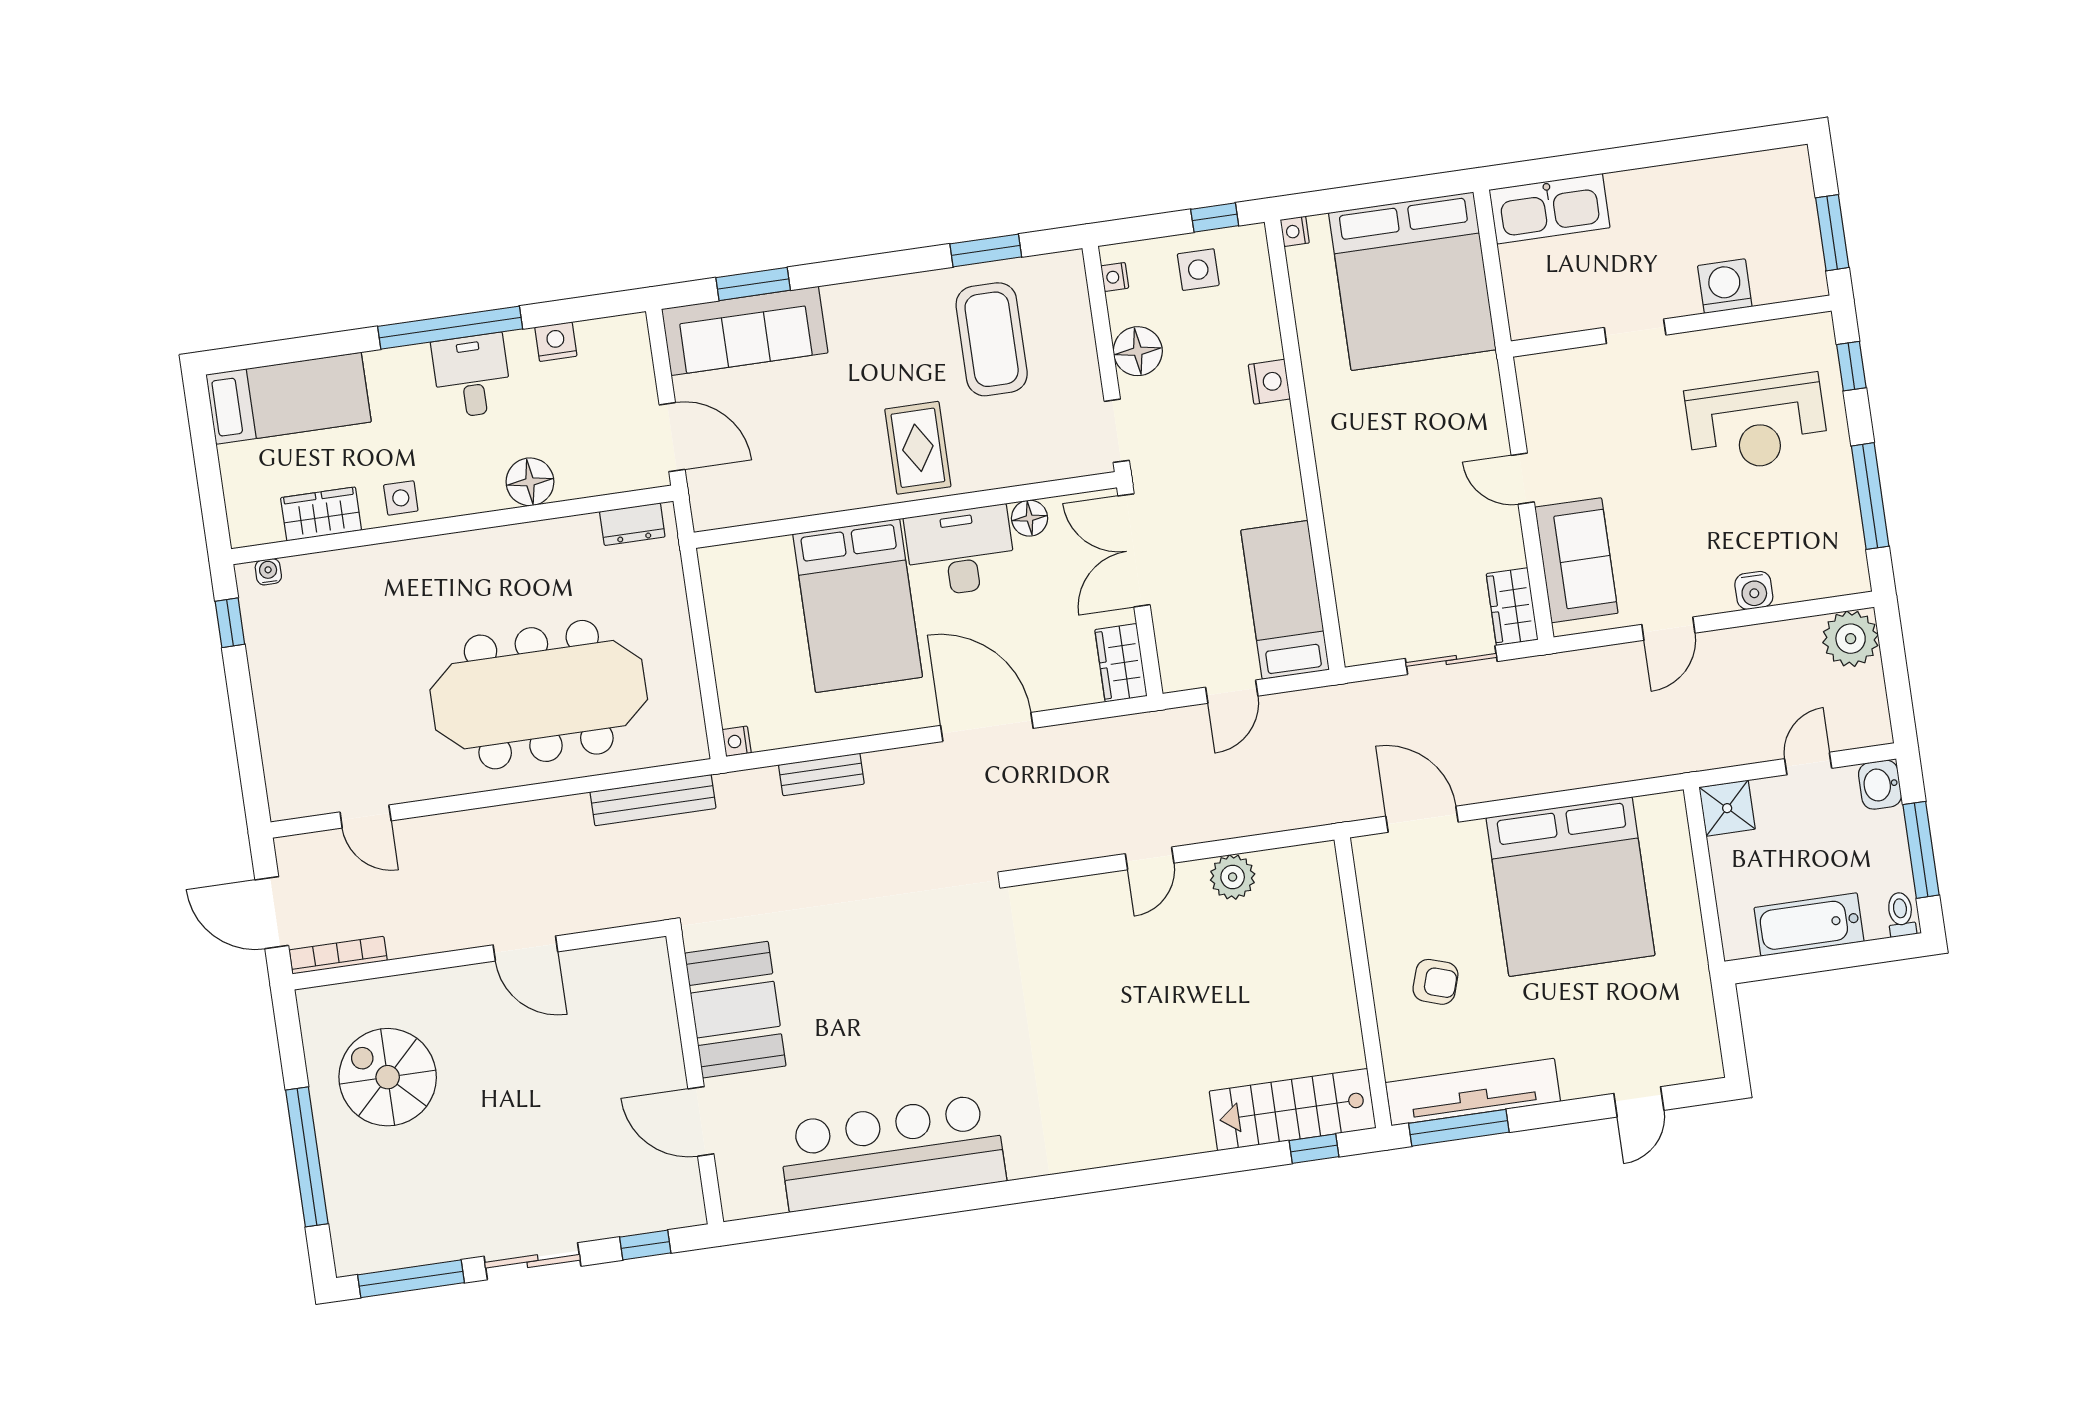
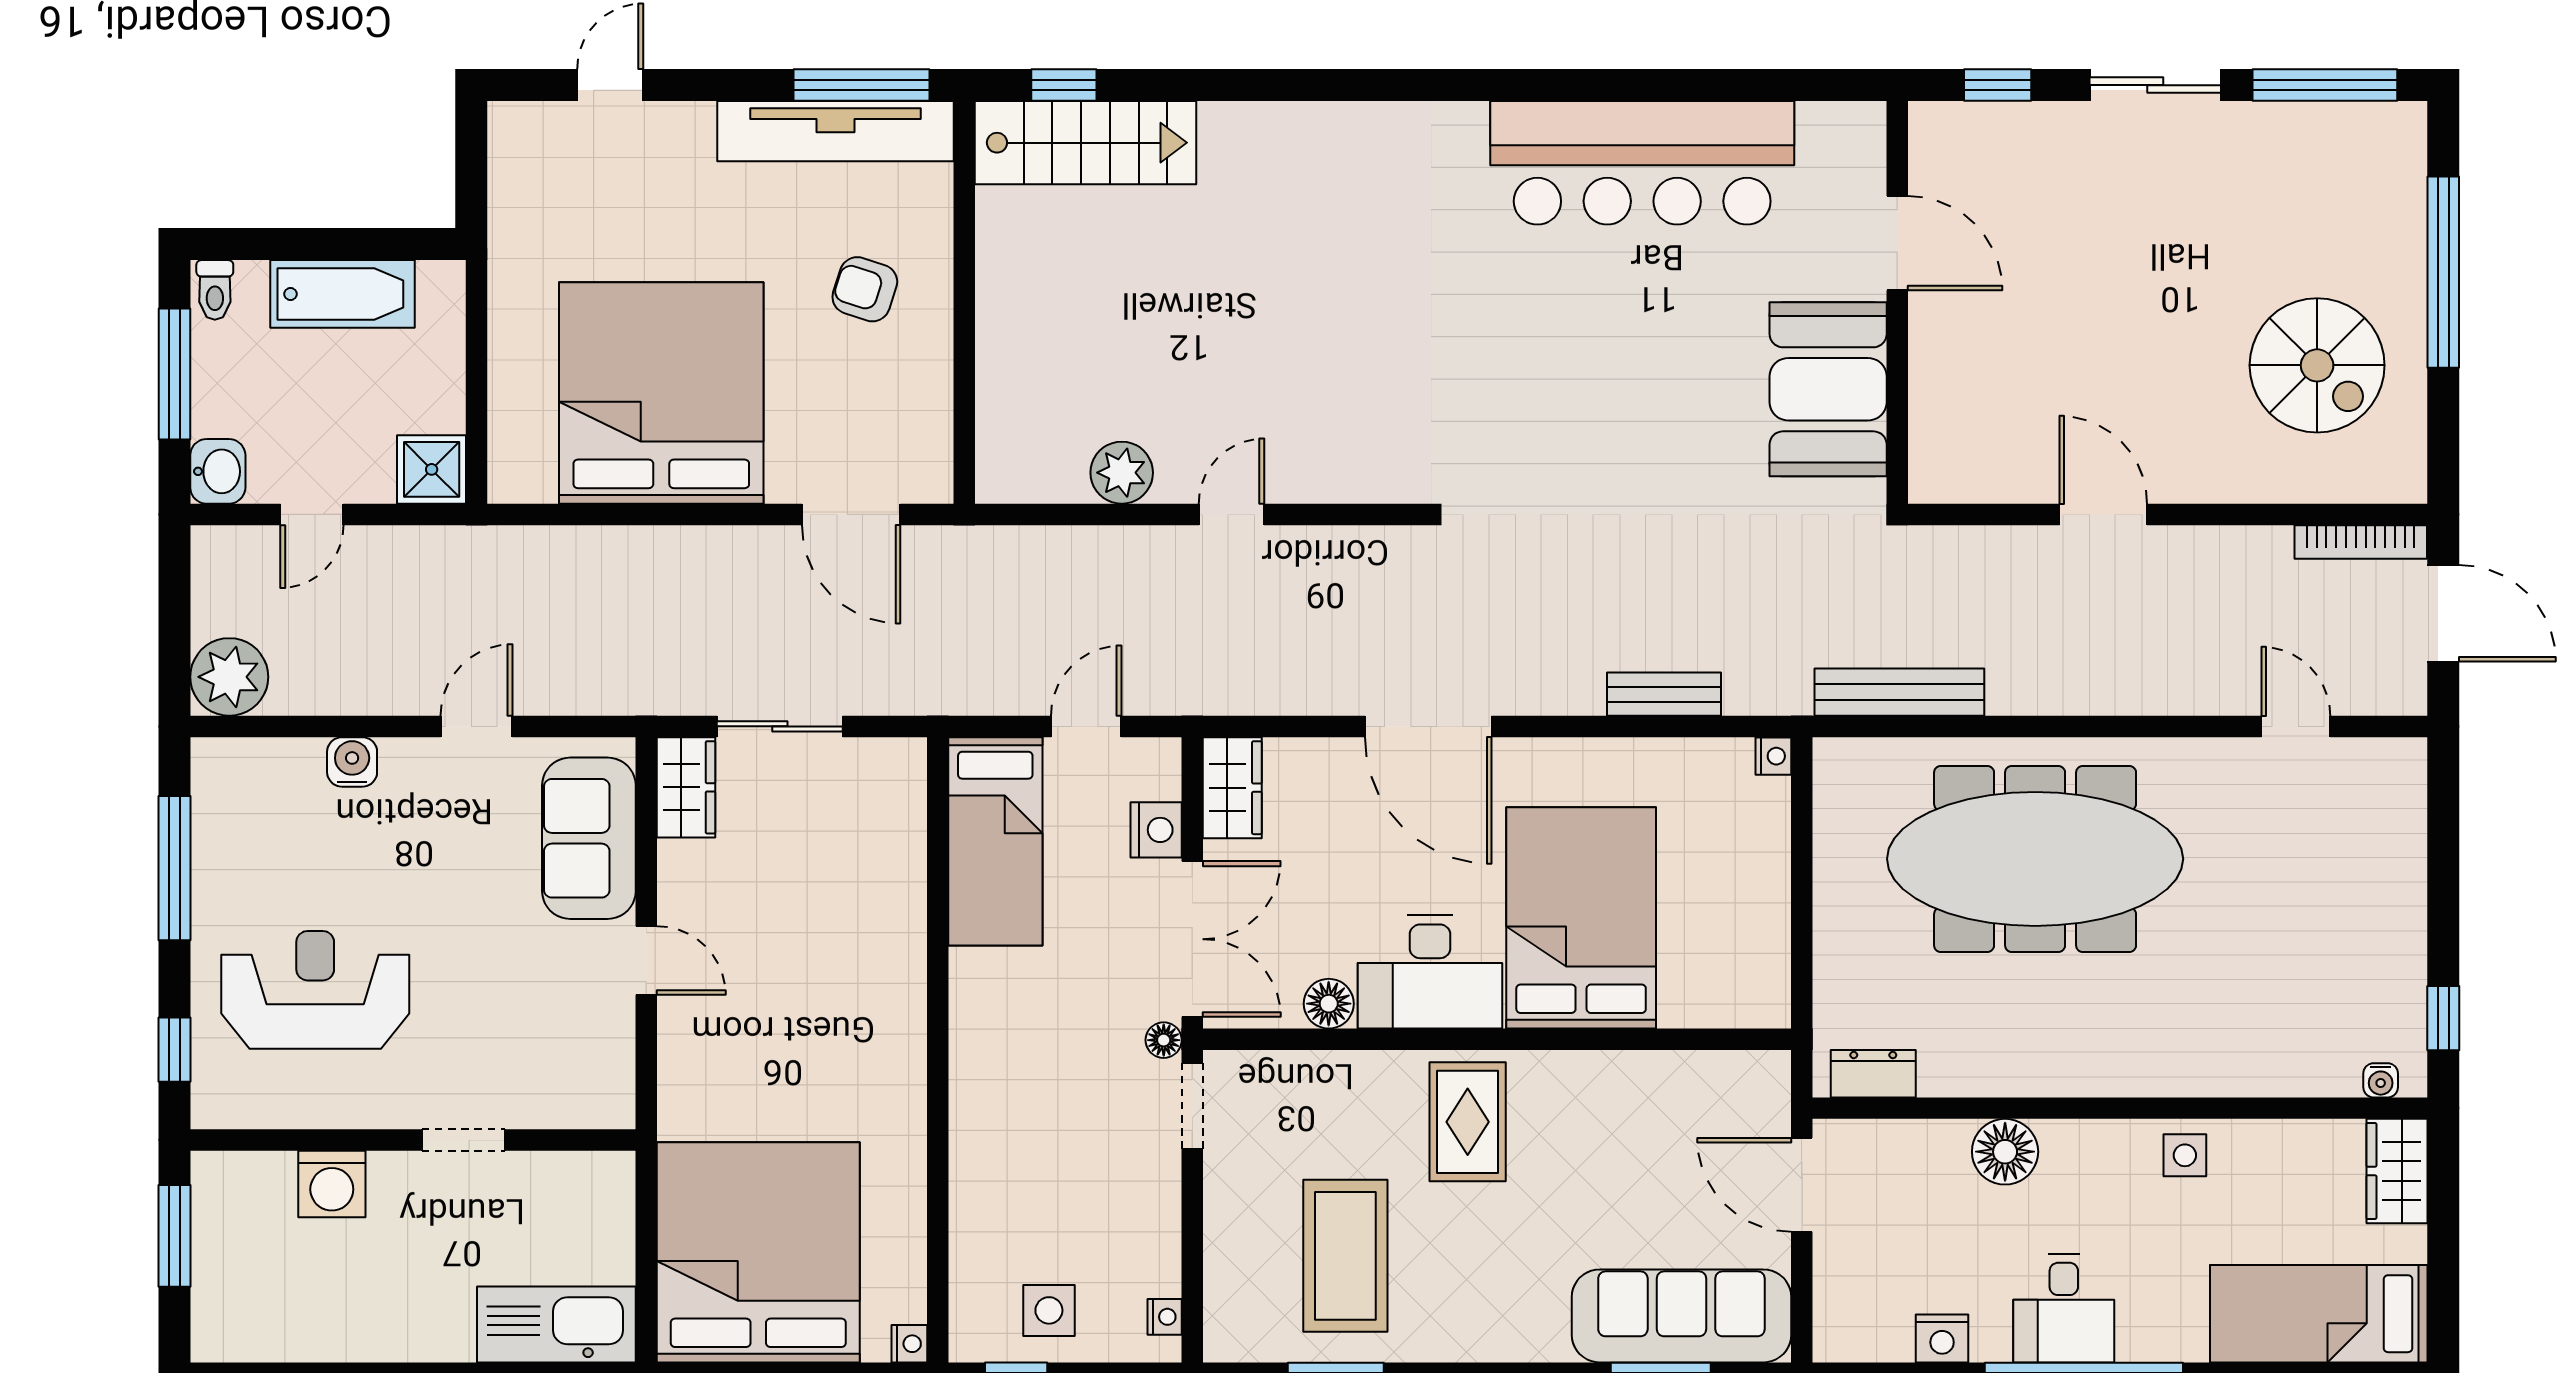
floor lamp: (1138, 351) -> (1164, 1040), moved, width x0.53, depth x0.53
nightstand: (1269, 382) -> (1156, 830), moved, turned 180
wardrobe: (321, 514) -> (2397, 1171), moved, turned 90

